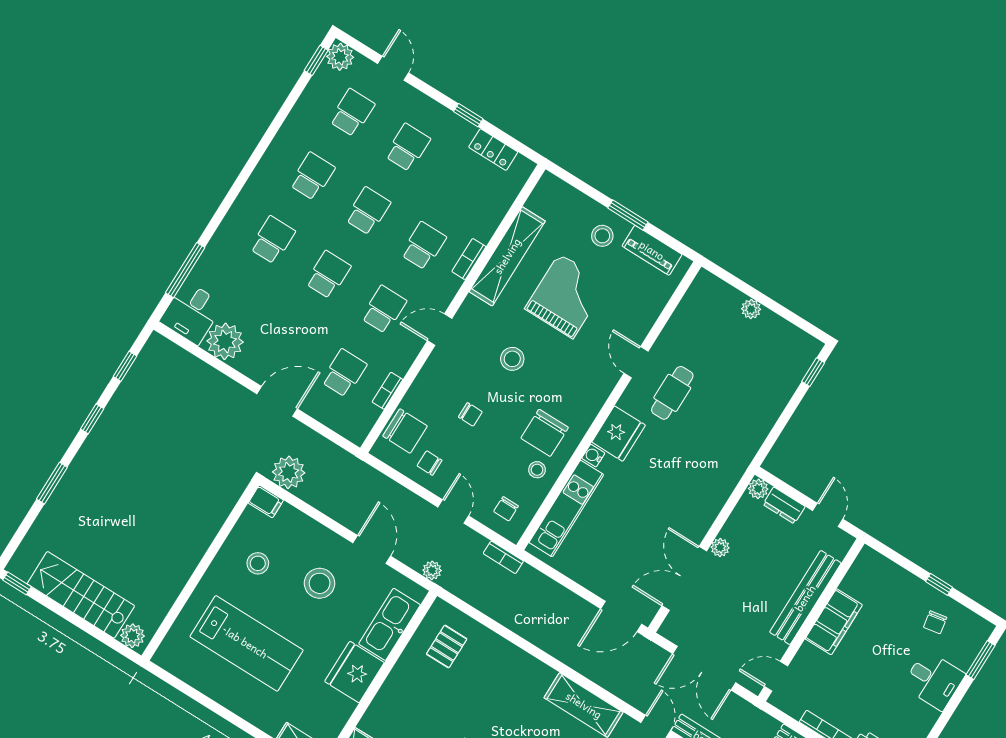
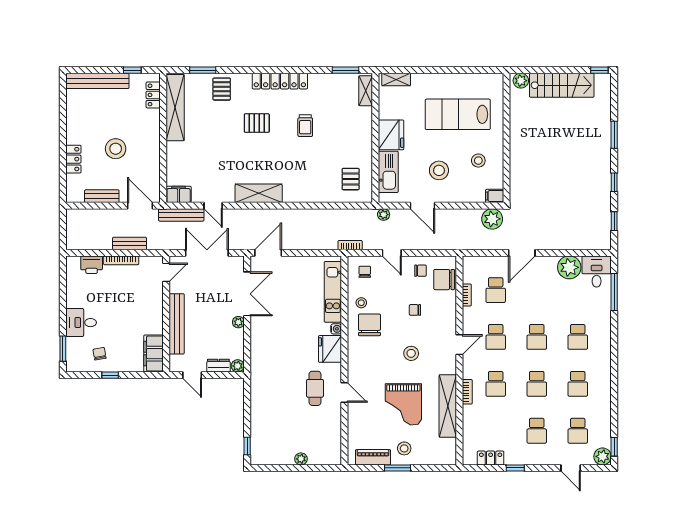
filing cabinet: (834, 622) -> (153, 354), moved

